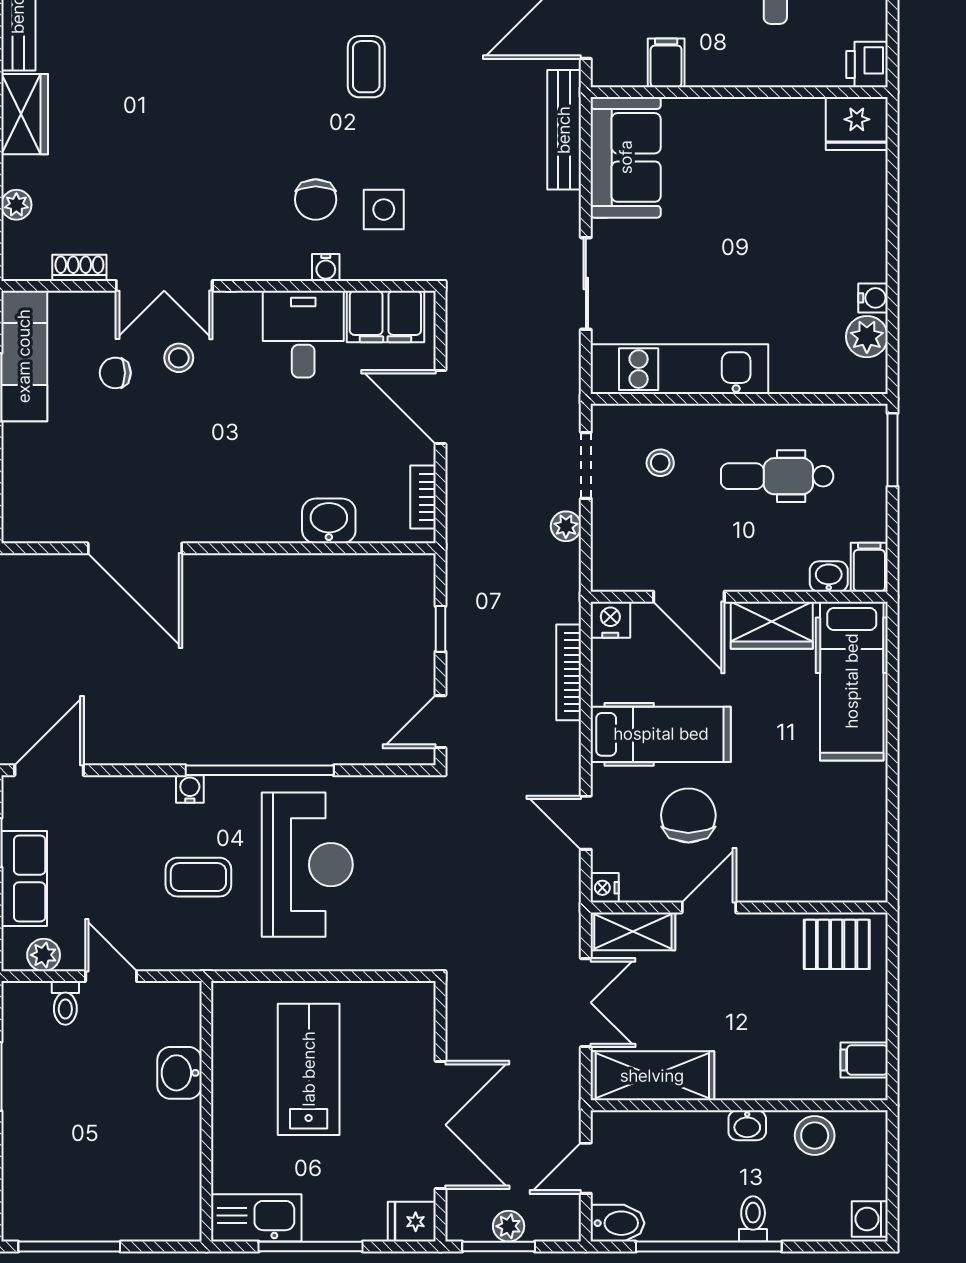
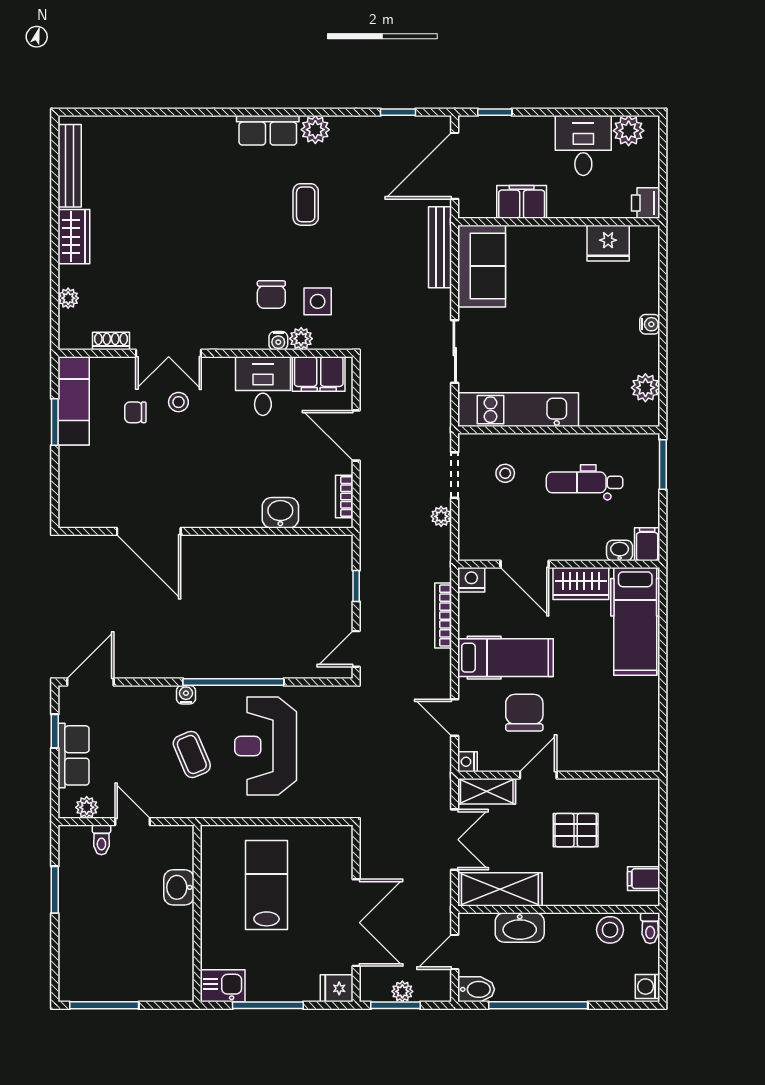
filing cabinet: (666, 63) -> (522, 202), width x2.00
fridge: (857, 124) -> (608, 243), moved
plant: (359, 264) -> (301, 339), added
water cooler: (873, 298) -> (650, 324), moved
reception desk: (307, 865) -> (266, 746), turned 180
coffee table: (198, 877) -> (192, 754), turned 67
pallet: (837, 944) -> (576, 830), moved
washbasin: (747, 1125) -> (520, 927), moved, width x1.91, depth x1.45
kitchen sink: (256, 1218) -> (223, 986), width x0.73
toilet: (753, 1219) -> (650, 928), moved, turned 180

